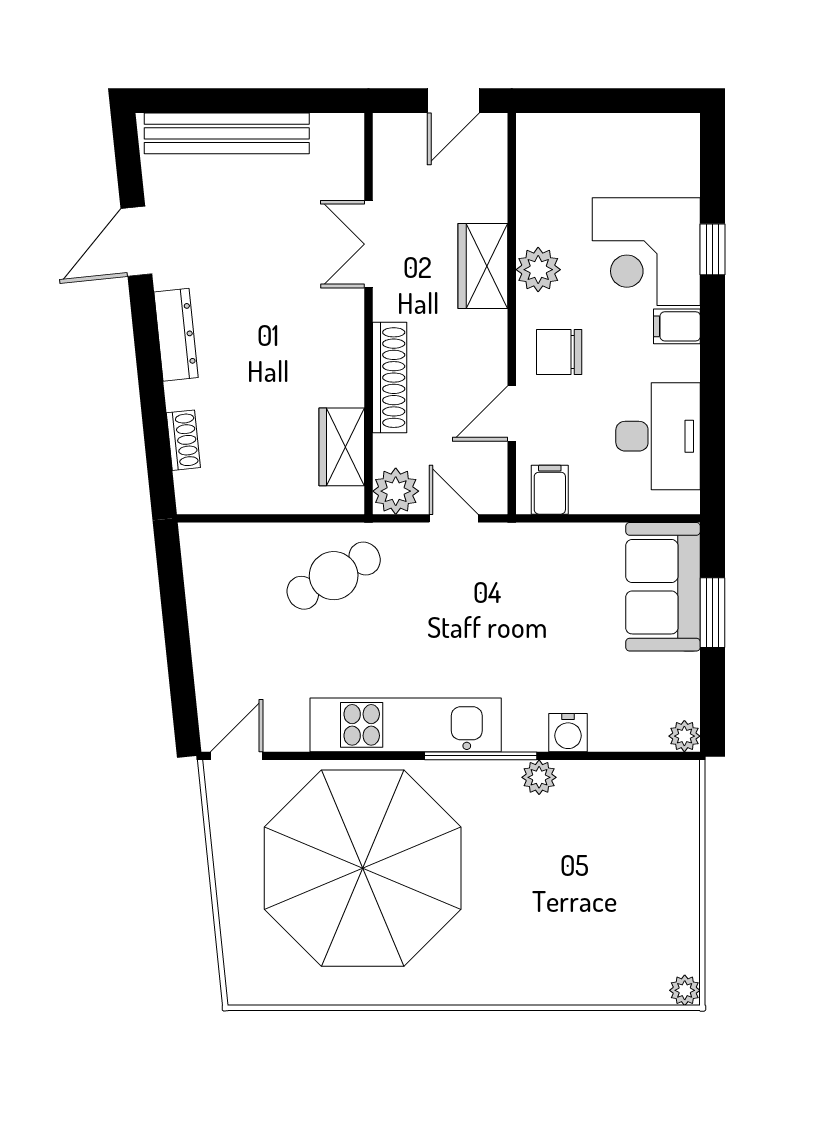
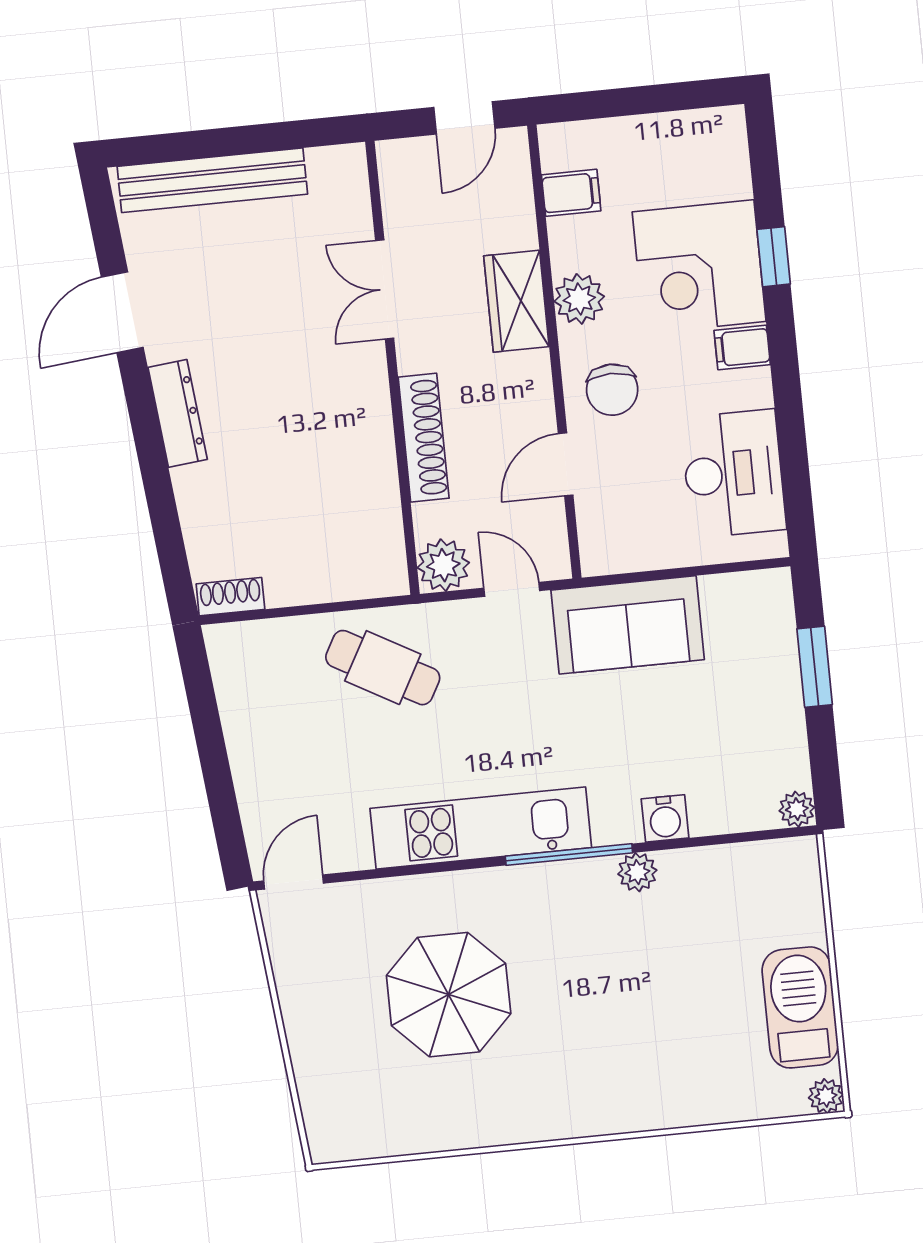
chair: (559, 352) -> (612, 390), turned -90
shoe rack: (183, 440) -> (230, 597), moved, turned -84
wardrobe: (342, 447) -> (377, 521), removed
filing cabinet: (550, 490) -> (571, 193), moved, turned 90
cafe table: (334, 576) -> (383, 668), turned 58
sofa: (663, 587) -> (628, 625), moved, turned -90
parasol: (363, 868) -> (449, 995), width x0.54, depth x0.54
barbecue: (670, 910) -> (800, 1007), added

